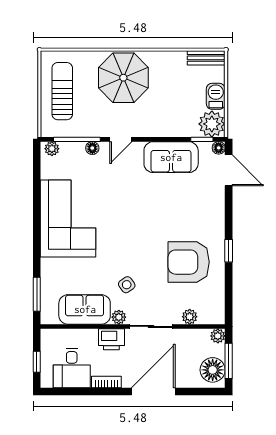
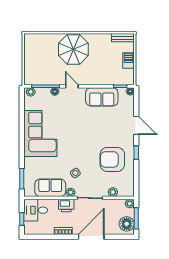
sun lounger: (62, 91) -> (37, 57), removed
plant: (212, 124) -> (126, 77), removed
door: (121, 139) -> (72, 86), swing flipped
door: (229, 170) -> (136, 125), moved
desk: (72, 368) -> (36, 210), moved, turned 90

